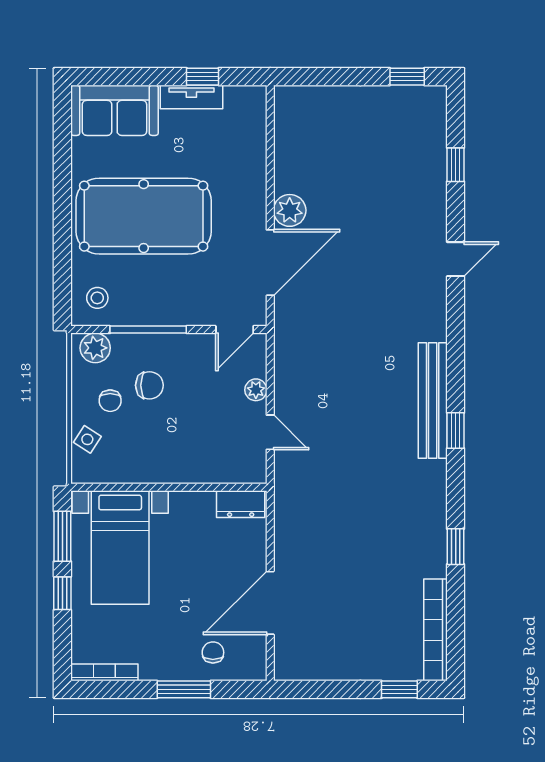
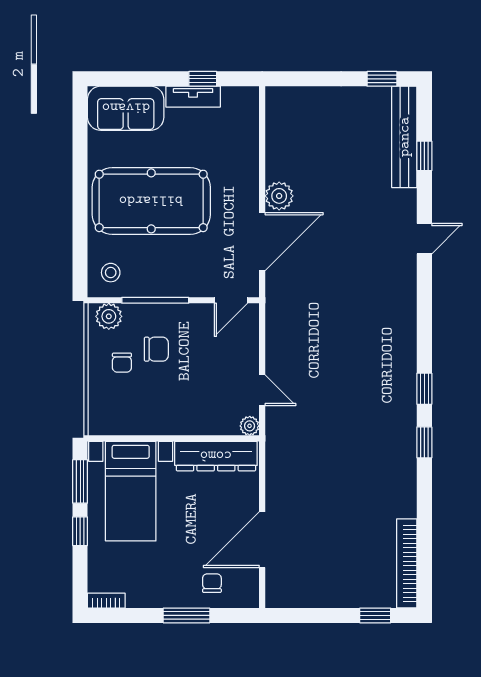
plant: (256, 390) -> (250, 426), moved
bench: (433, 401) -> (404, 137), moved
side table: (87, 439) -> (102, 396), removed
dresser: (241, 504) -> (216, 456), width x1.96, depth x1.24
window: (456, 547) -> (424, 442), moved
bookcase: (104, 672) -> (106, 601), width x0.64

